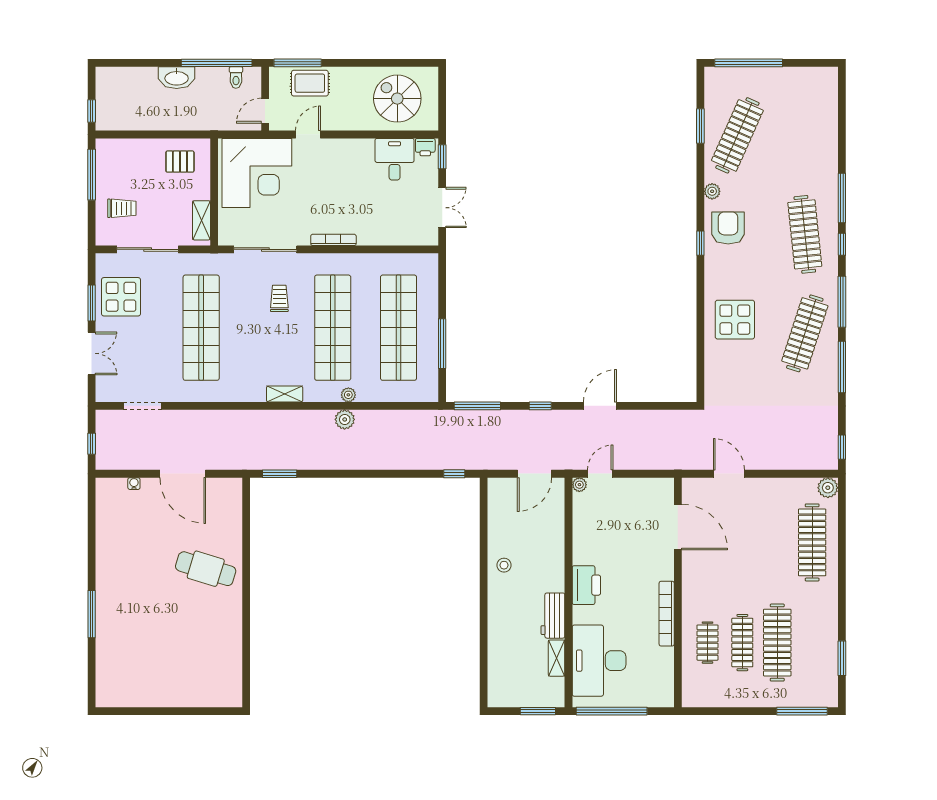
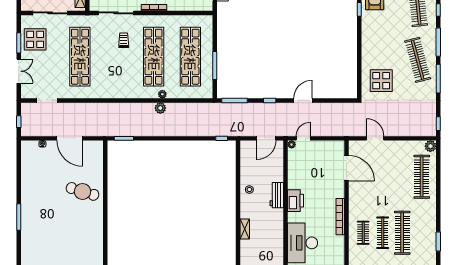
display table: (735, 320) -> (381, 81), moved
clothes rail: (805, 333) -> (418, 60), turned -33
shelving: (285, 394) -> (127, 94), removed
workbench: (553, 616) -> (277, 195), moved
shelving: (557, 658) -> (245, 229), moved

